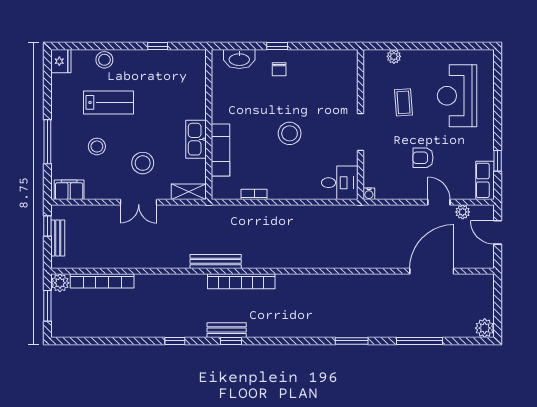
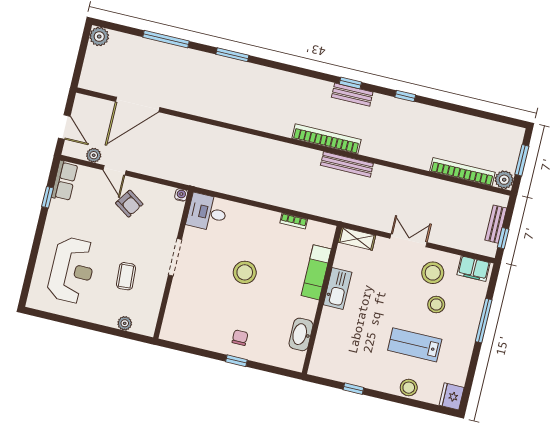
washbasin: (239, 59) -> (301, 334), moved, turned -90
armchair: (423, 158) -> (129, 204), moved, turned 34
stool: (143, 163) -> (433, 273), moved

